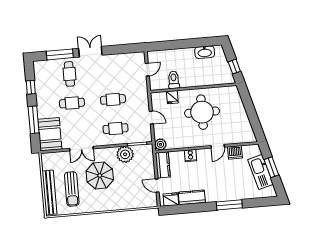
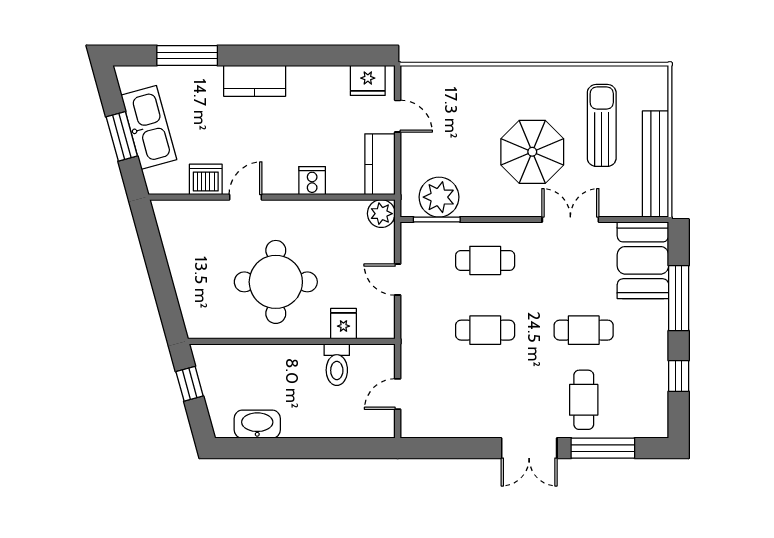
plant: (125, 154) -> (439, 197), moved
bench: (49, 192) -> (655, 164), moved
kitchen counter: (192, 197) -> (255, 81), moved
window: (229, 205) -> (187, 55), moved

